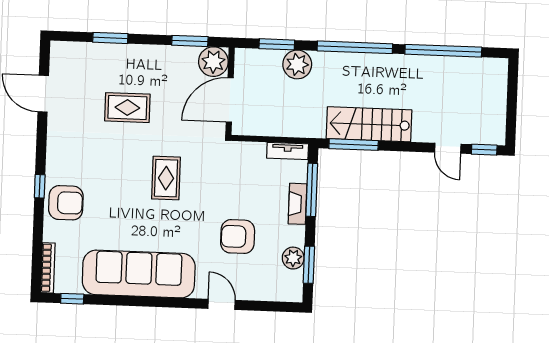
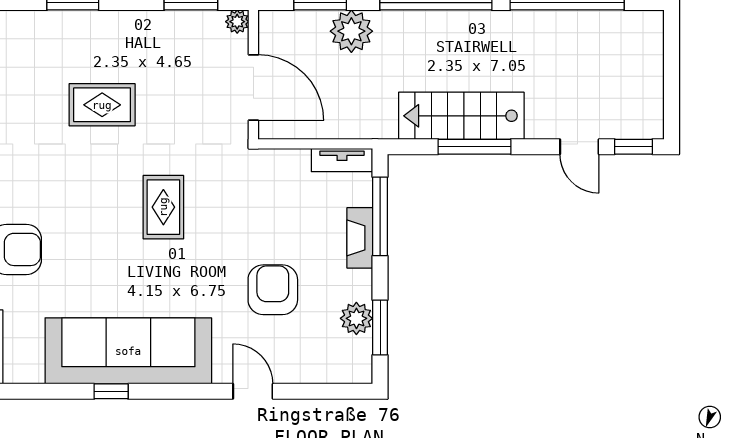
plant: (213, 62) -> (237, 22), width x0.53, depth x0.53
door: (230, 100) -> (253, 87), swing flipped
window: (354, 145) -> (474, 147), moved
armchair: (238, 237) -> (273, 290), turned 90
window: (72, 299) -> (111, 391), moved

